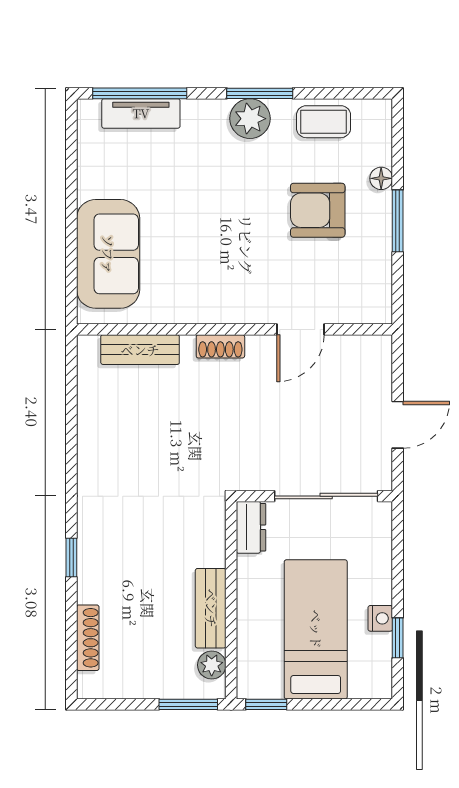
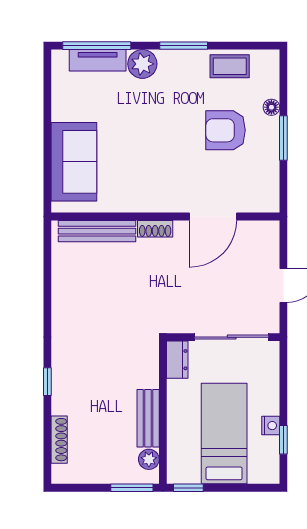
plant: (250, 119) -> (142, 64), moved
door: (300, 329) -> (213, 216), width x1.38
bench: (140, 350) -> (97, 231), width x1.36

